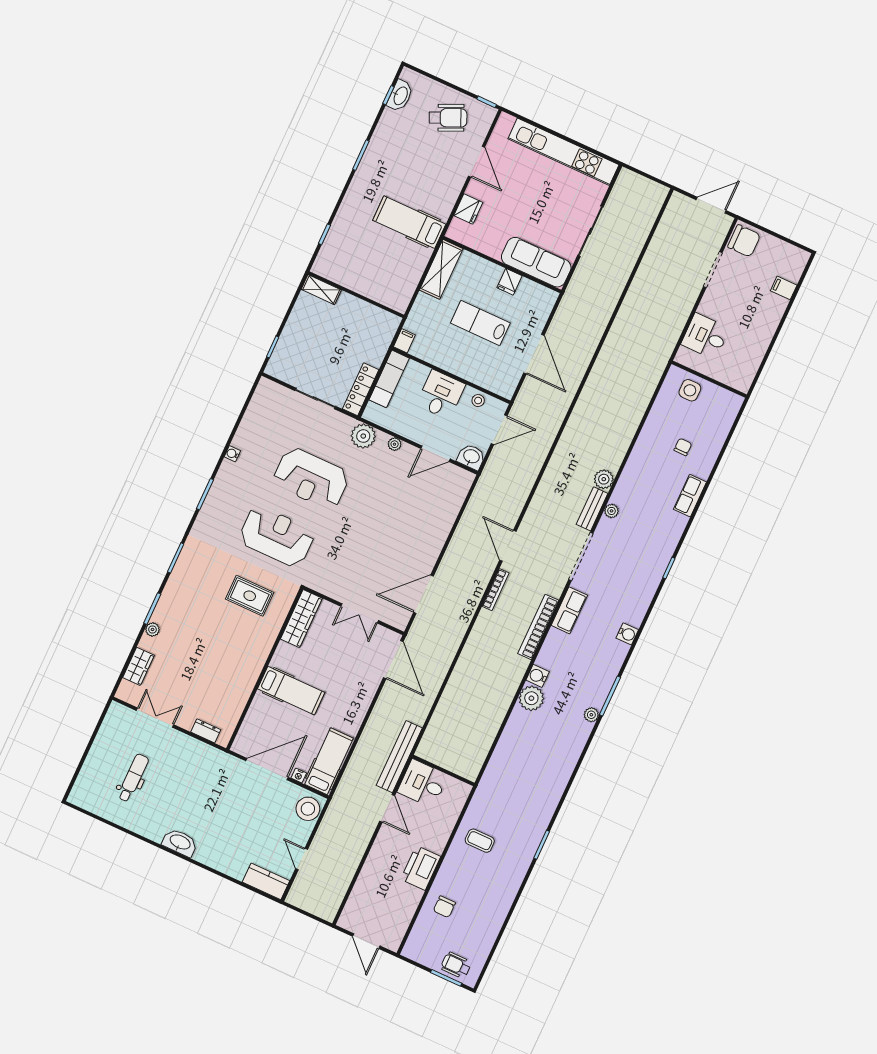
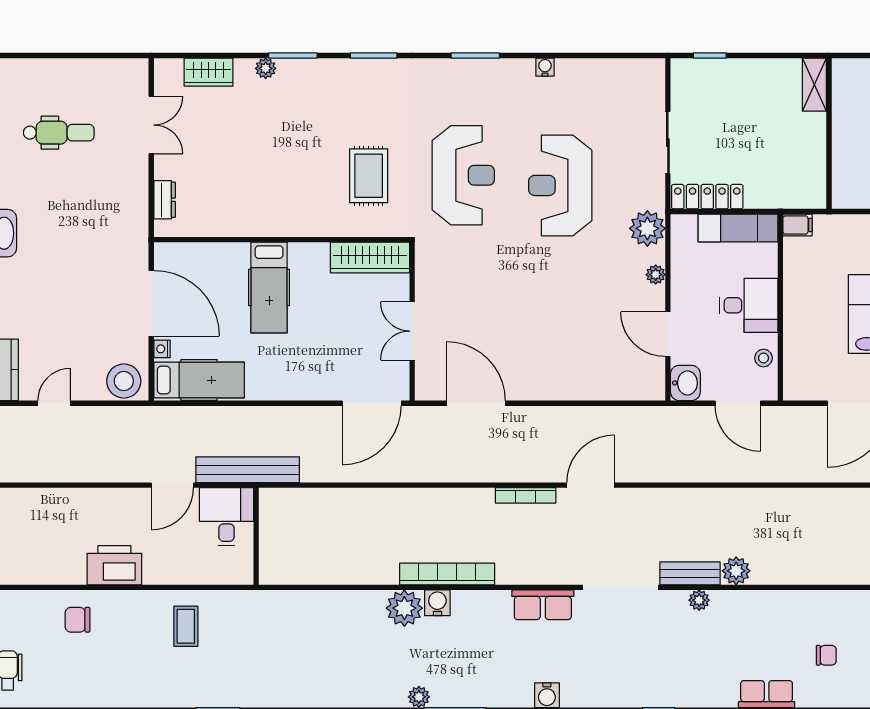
bookcase: (538, 627) -> (447, 574), moved

